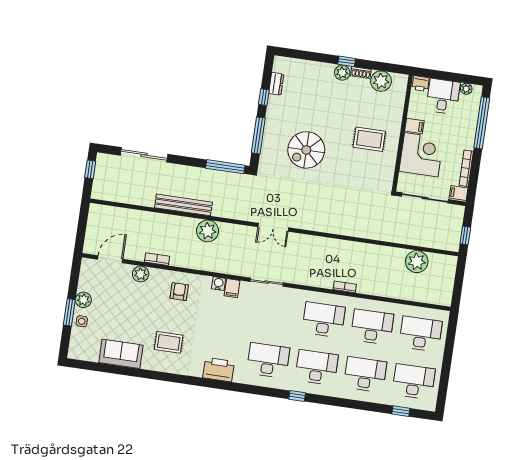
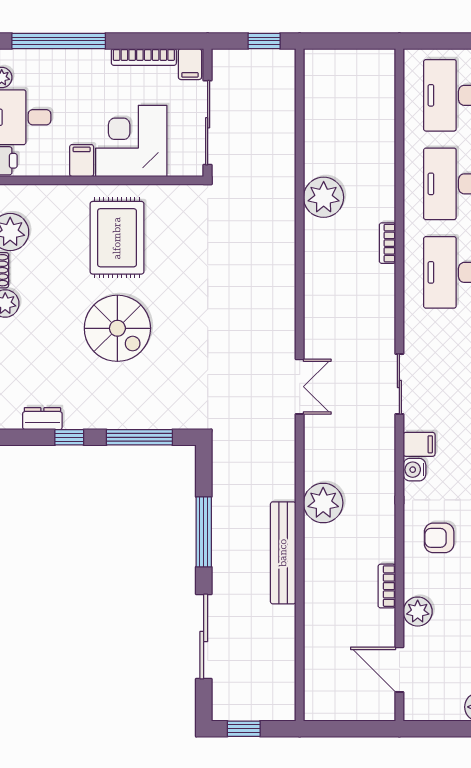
rug: (369, 139) -> (117, 238), width x1.36, depth x1.43
spiral stairs: (306, 150) -> (117, 328), moved
window: (225, 167) -> (204, 532), moved
plant: (417, 262) -> (324, 197), moved

